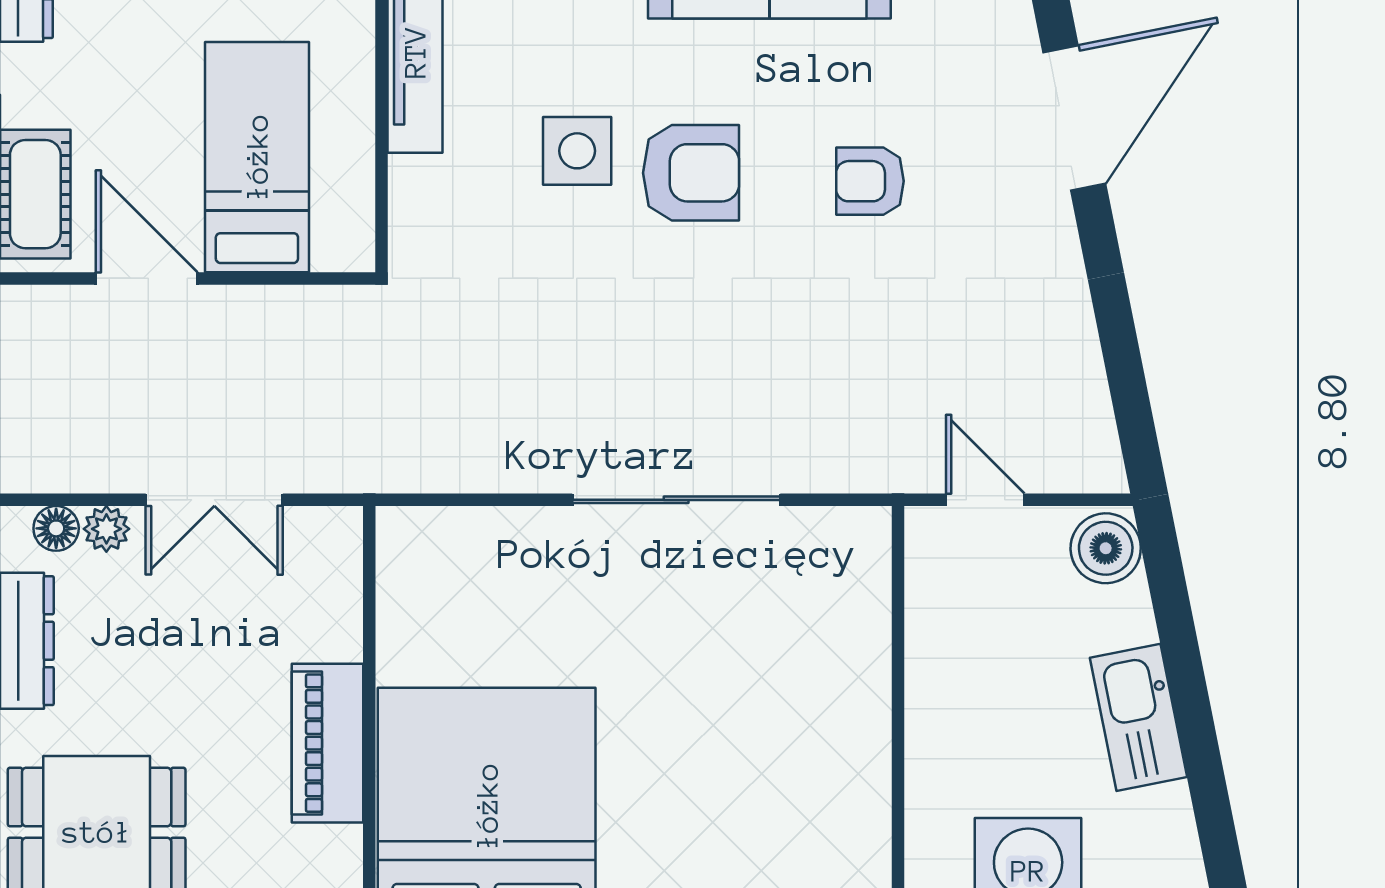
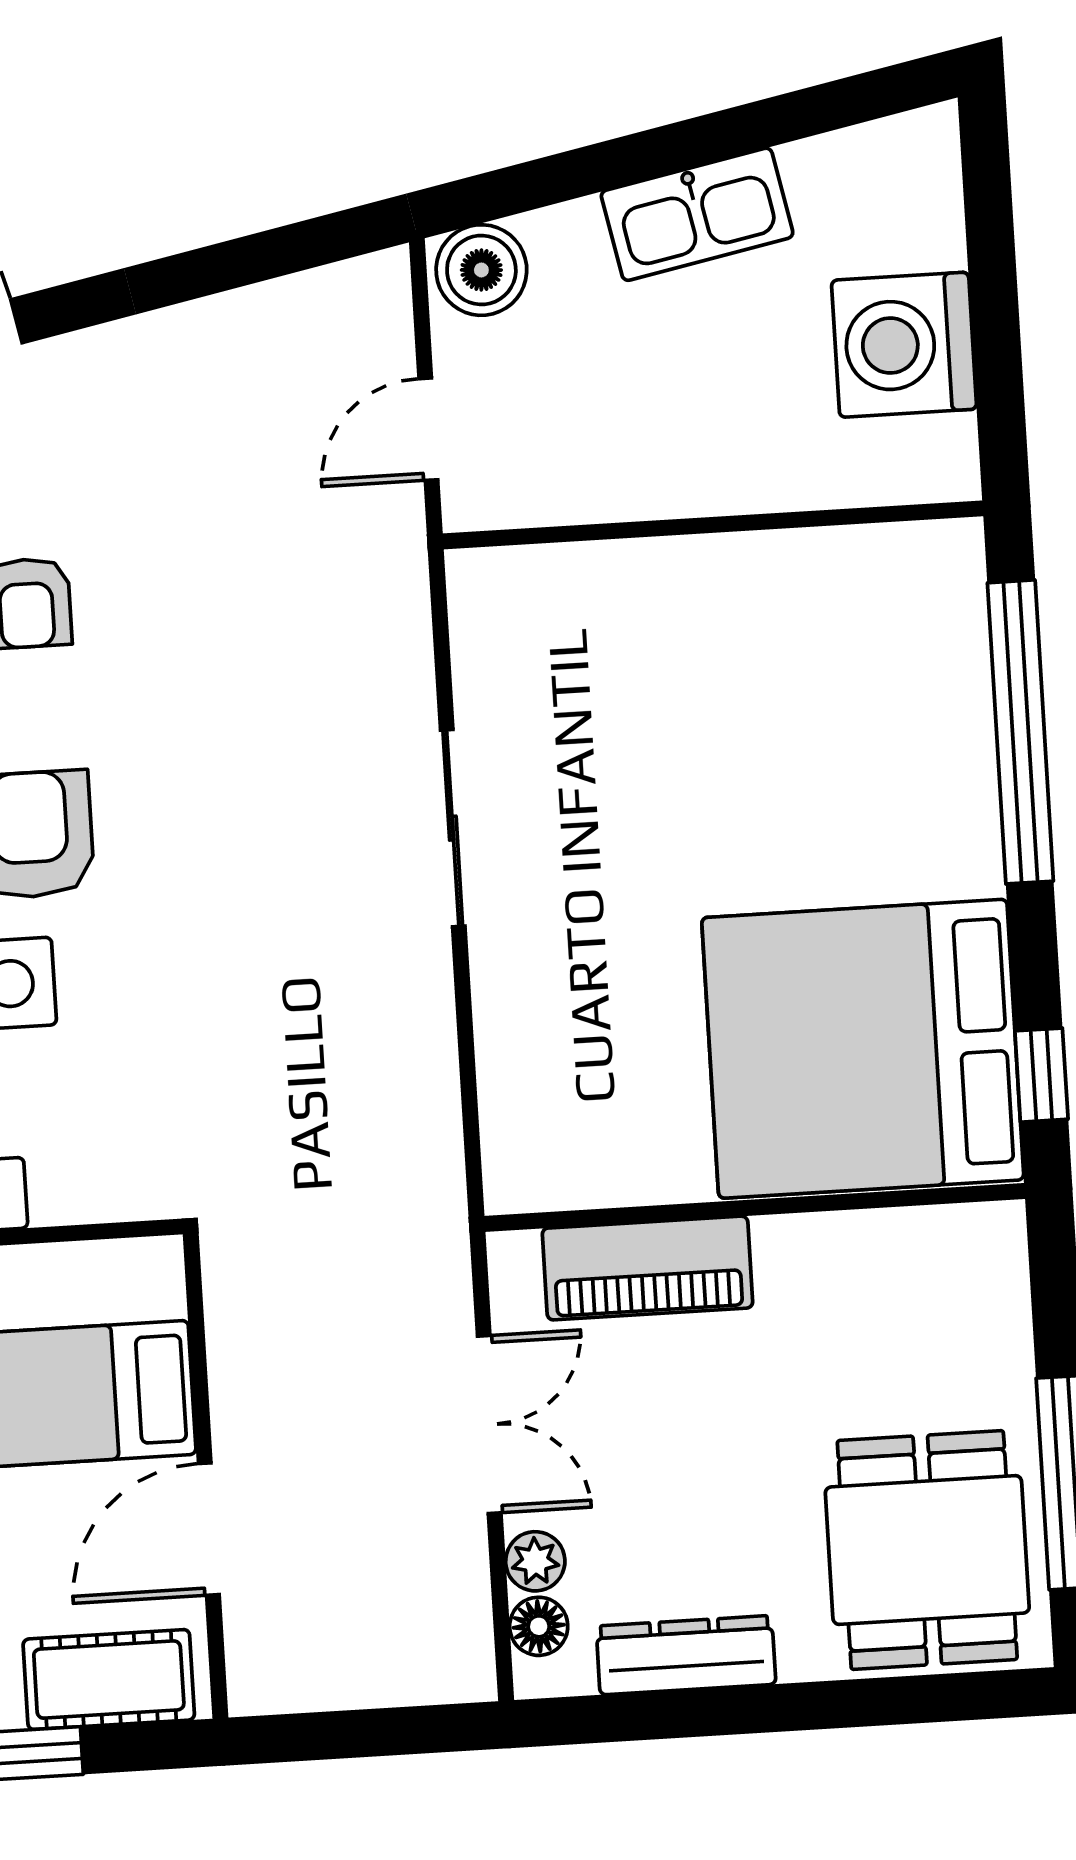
sliding door: (676, 500) -> (453, 828), width x0.73
piano: (327, 743) -> (648, 1268), moved

